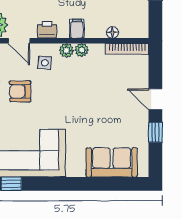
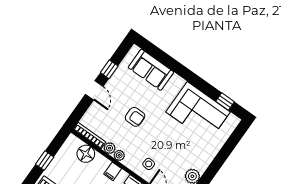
floor lamp: (112, 32) -> (86, 154), width x1.89, depth x1.89
plant: (66, 50) -> (110, 148), moved
armchair: (20, 91) -> (135, 117), moved

